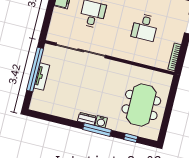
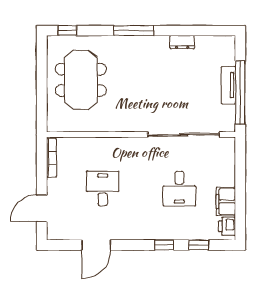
dresser: (87, 119) -> (182, 42), moved
water cooler: (101, 122) -> (131, 43), removed
window: (131, 138) -> (67, 31), moved

